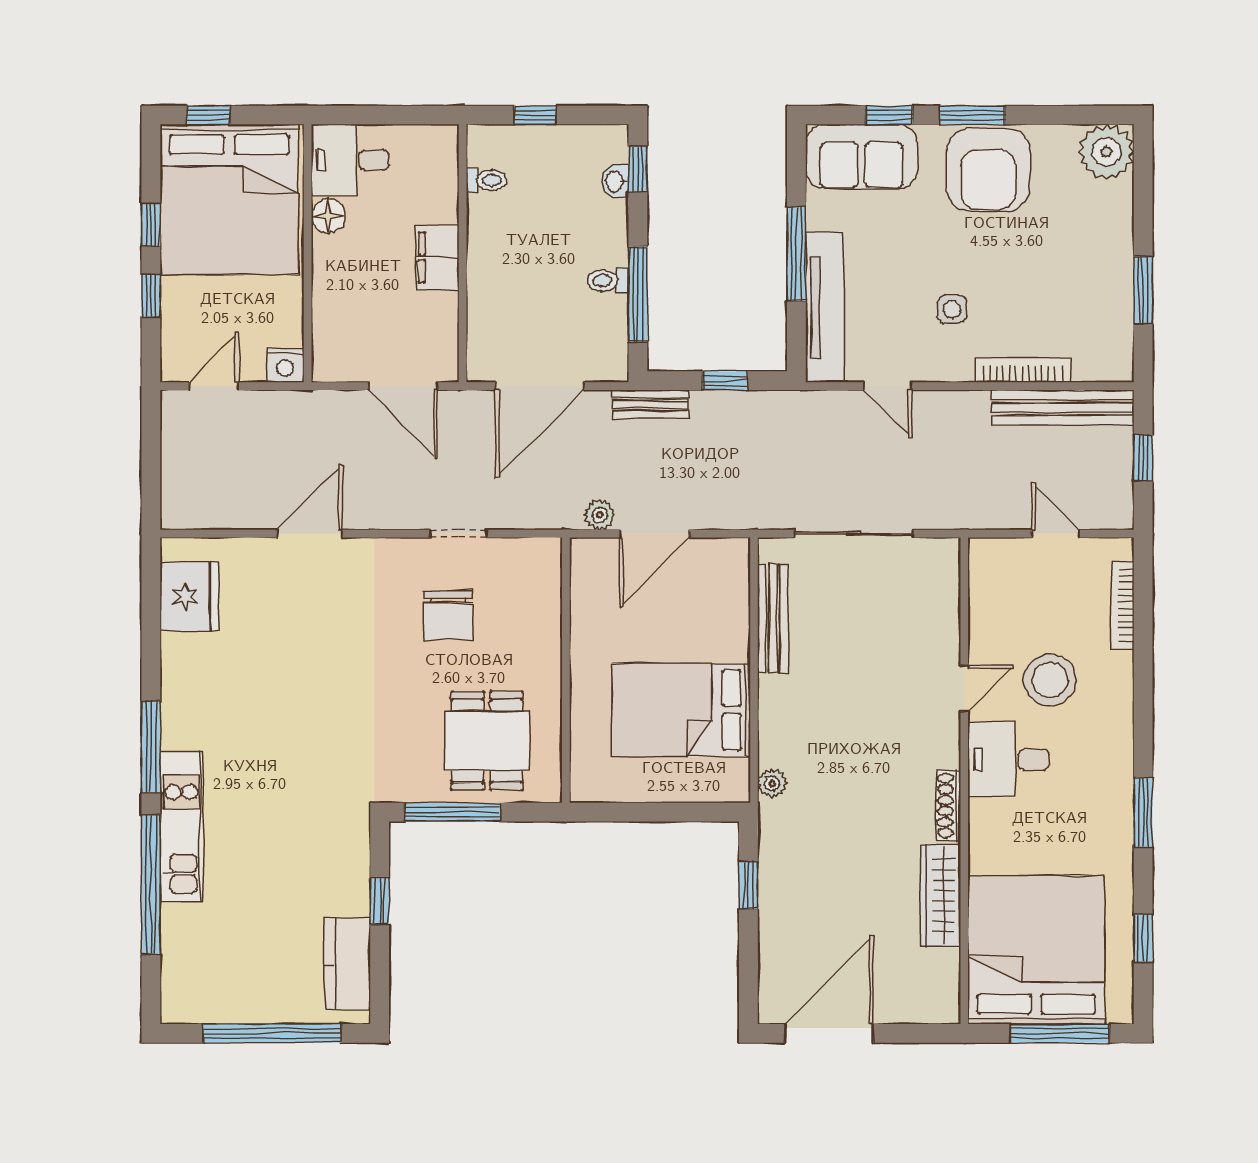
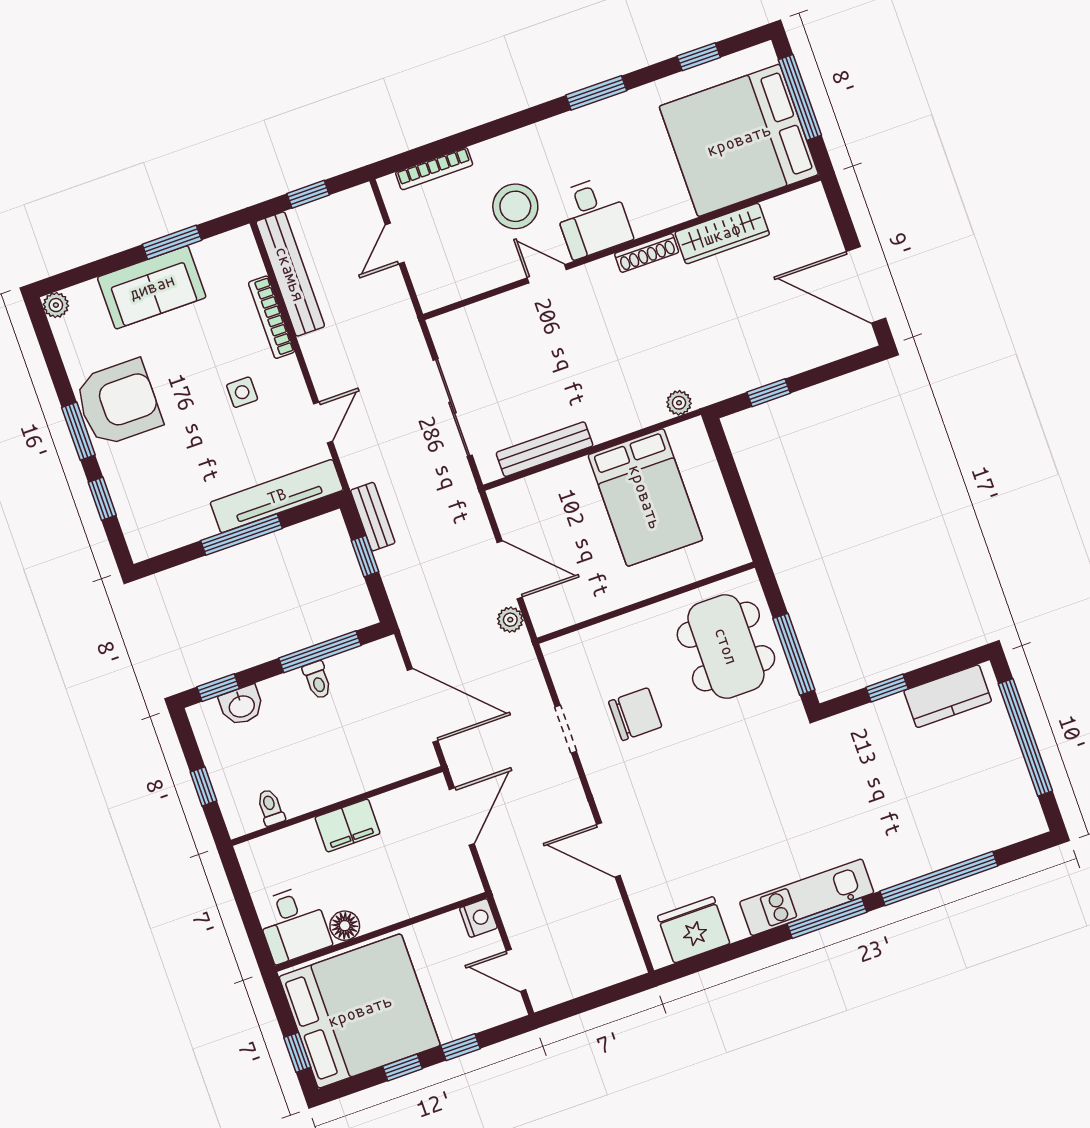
plant: (1106, 152) -> (56, 305), width x0.53, depth x0.53
sofa: (861, 157) -> (152, 287), moved, turned 90
washbasin: (615, 181) -> (241, 706), width x1.38, depth x1.45
bench: (651, 404) -> (373, 517), moved
dining table: (487, 741) -> (726, 646), width x1.38
kitchen unit: (181, 827) -> (807, 897), moved

